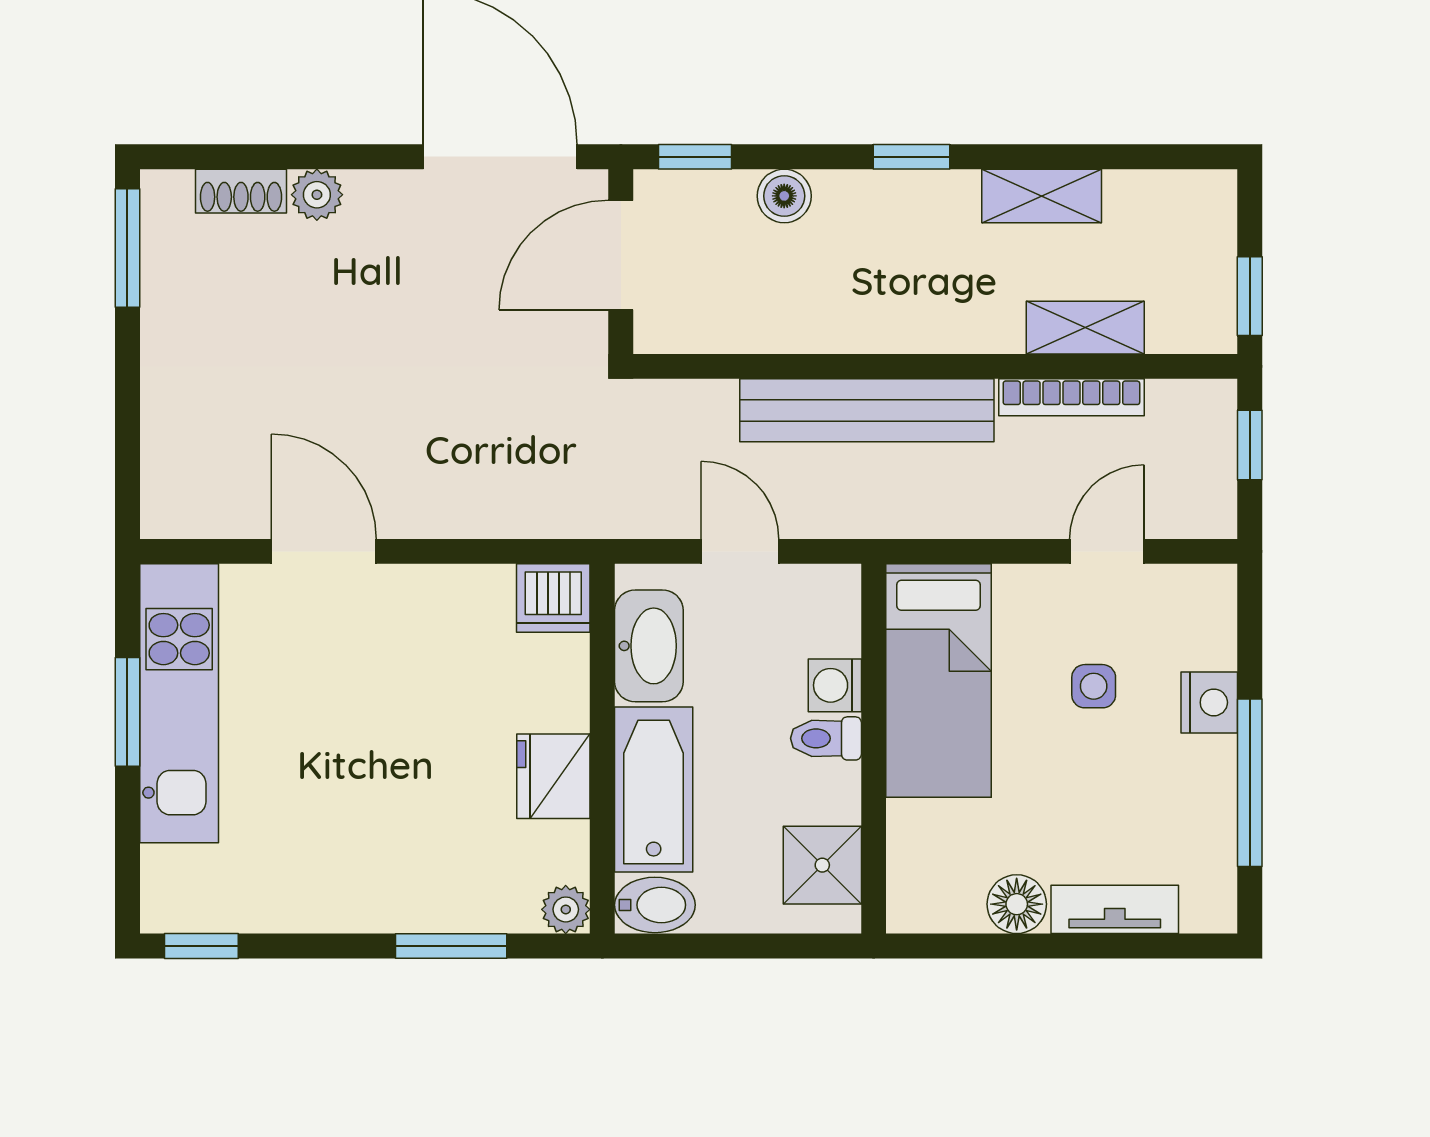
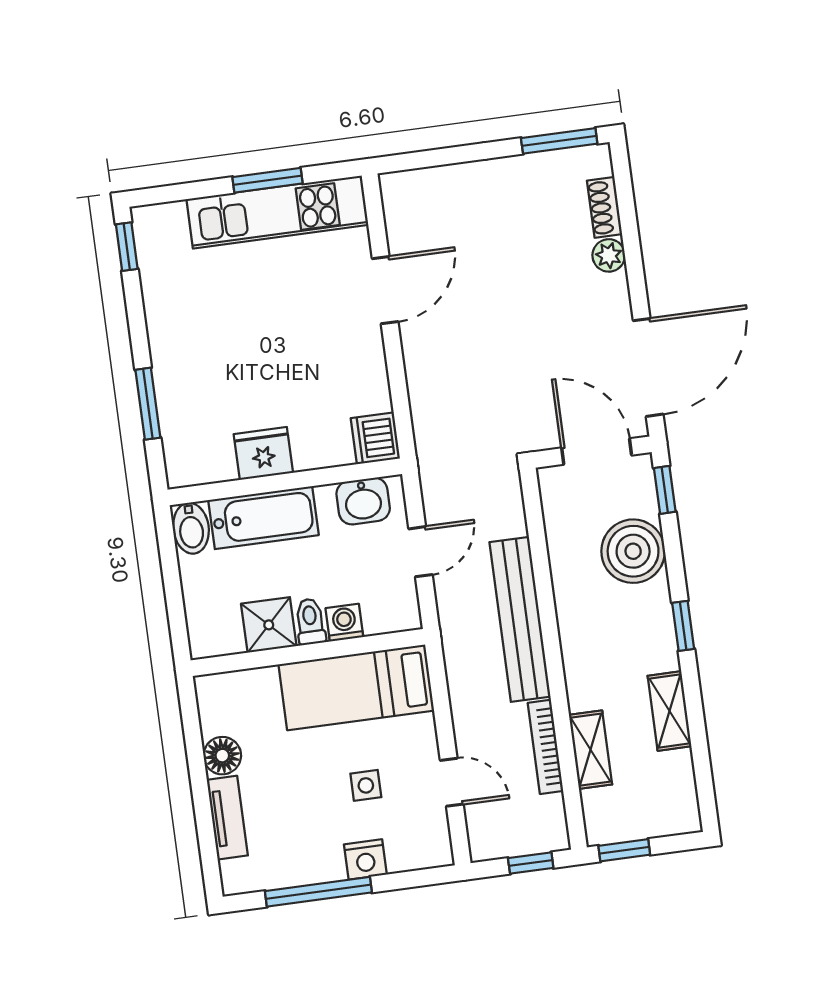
boiler: (784, 196) -> (633, 551), width x1.86, depth x1.86
washbasin: (649, 646) -> (363, 501), width x0.72
shower: (822, 865) -> (269, 625), moved
plant: (566, 909) -> (181, 473), removed

